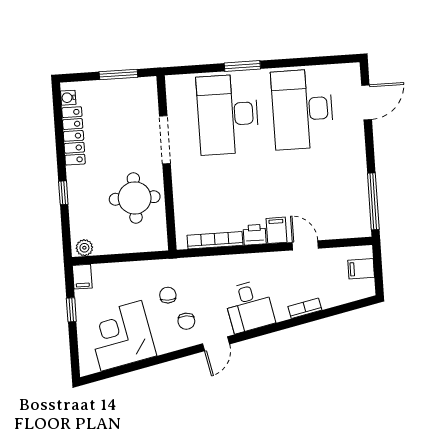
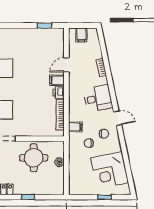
window: (373, 201) -> (45, 26), width x0.46
plant: (84, 248) -> (59, 162), moved
filing cabinet: (82, 277) -> (75, 127), moved
window: (71, 310) -> (105, 197), moved

